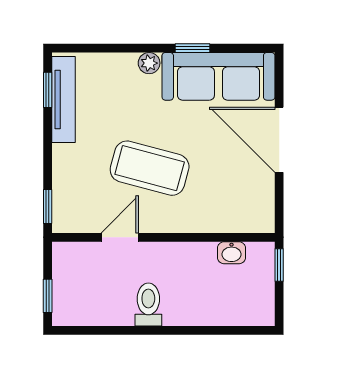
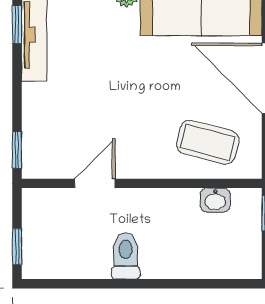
coffee table: (150, 168) -> (208, 142), moved, width x0.73, depth x0.76

